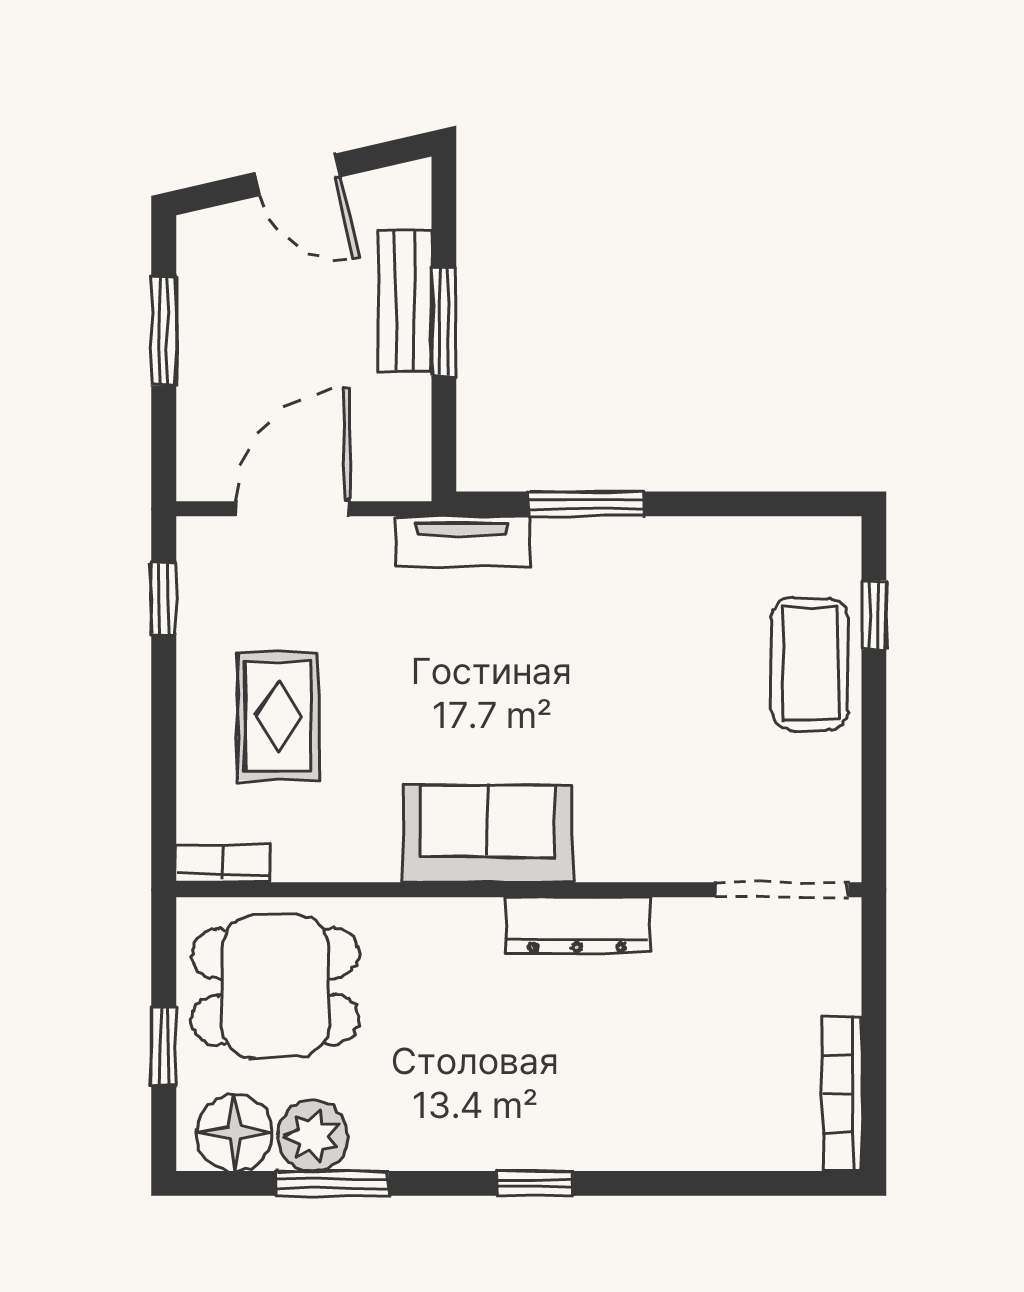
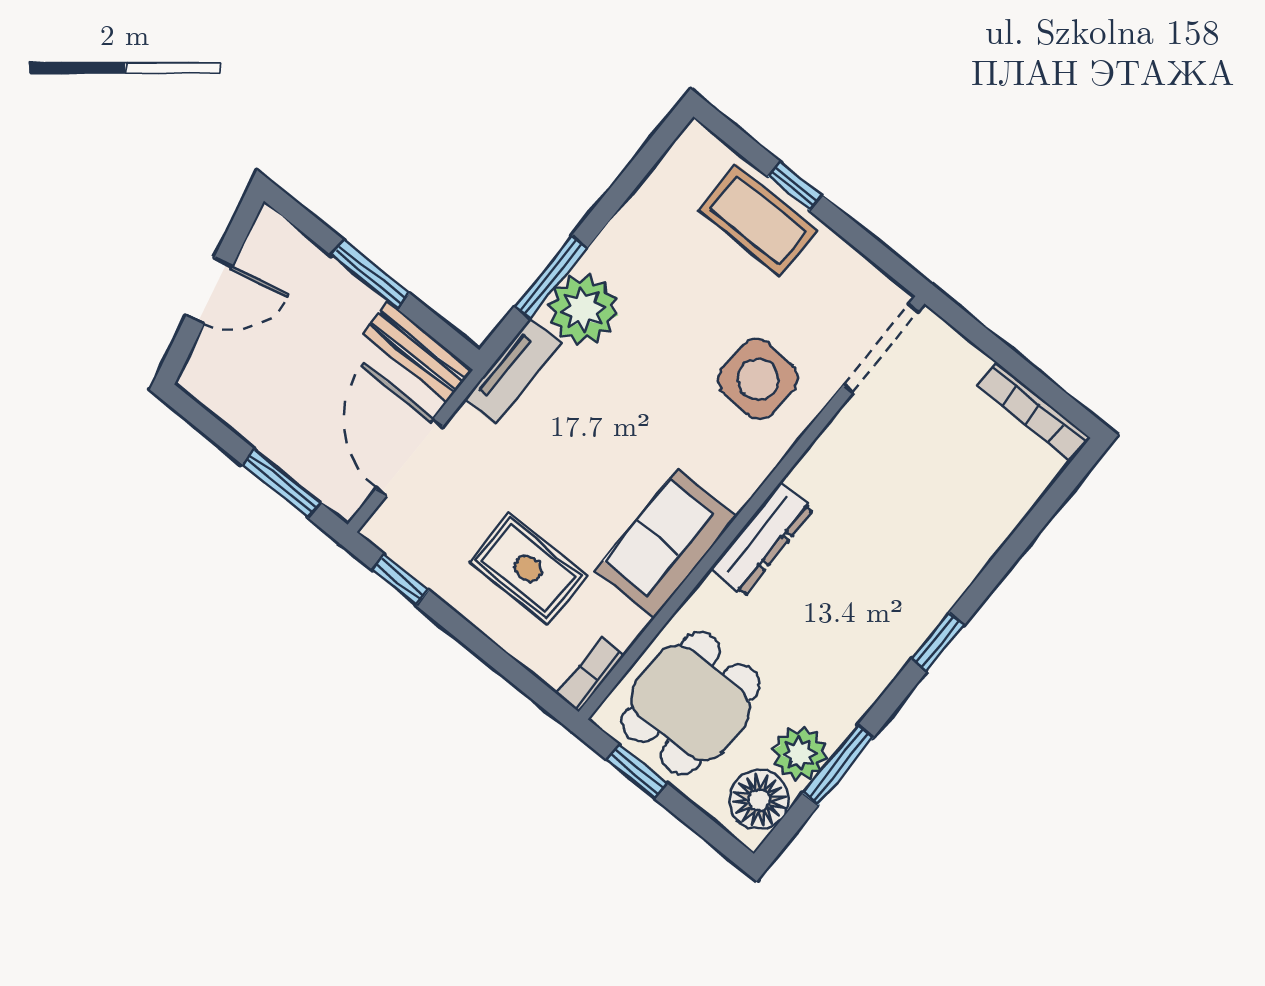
bench: (405, 301) -> (417, 352), moved
window: (164, 331) -> (281, 484), moved
plant: (580, 562) -> (583, 309), added
window: (874, 615) -> (795, 186), moved
side table: (652, 792) -> (758, 379), added
sofa: (487, 834) -> (666, 544), moved
dresser: (577, 925) -> (762, 539), moved
window: (164, 1047) -> (637, 772), moved

